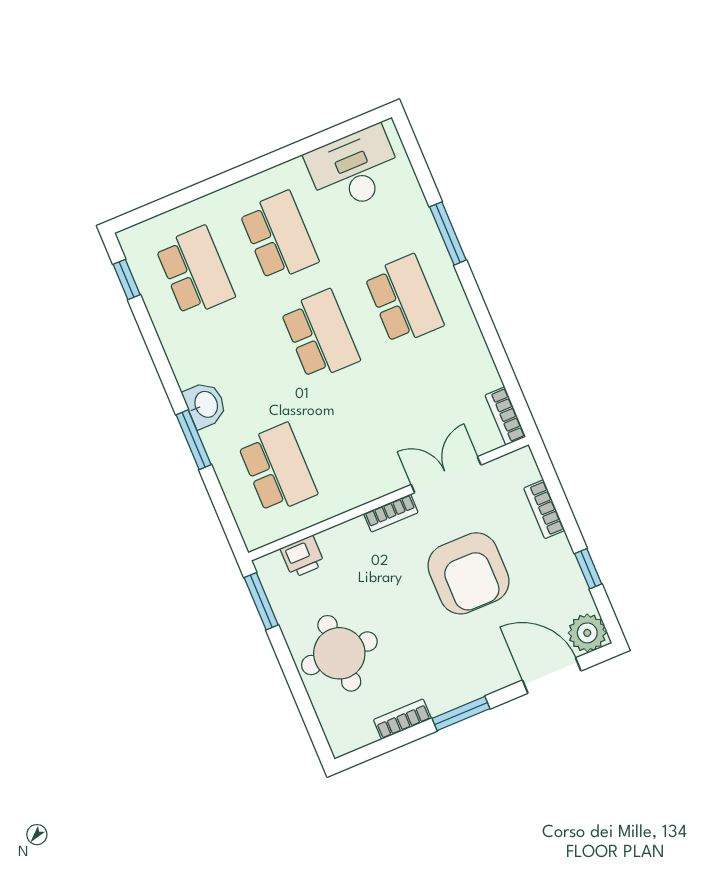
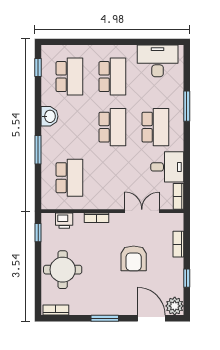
desk: (459, 368) -> (167, 167), added
washbasin: (205, 405) -> (49, 116), moved
bookcase: (391, 513) -> (97, 218), moved
armchair: (468, 573) -> (134, 258), width x0.73, depth x0.73
window: (261, 601) -> (38, 233), width x0.67
bookcase: (402, 719) -> (56, 310), moved

